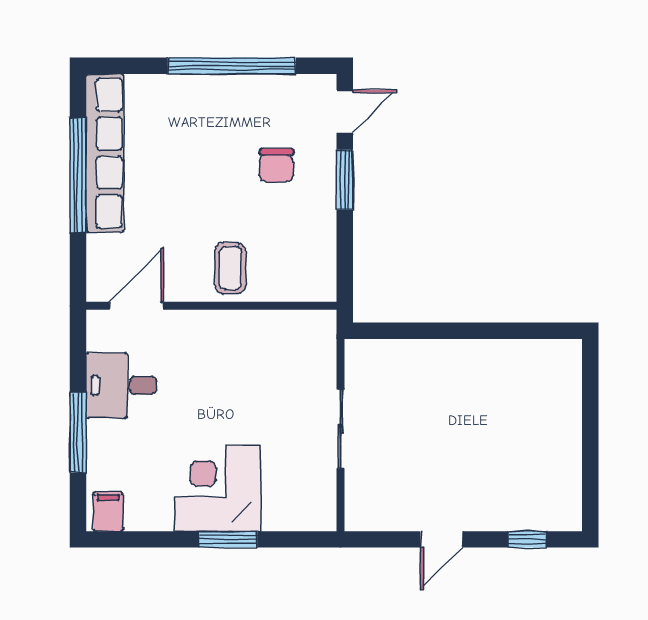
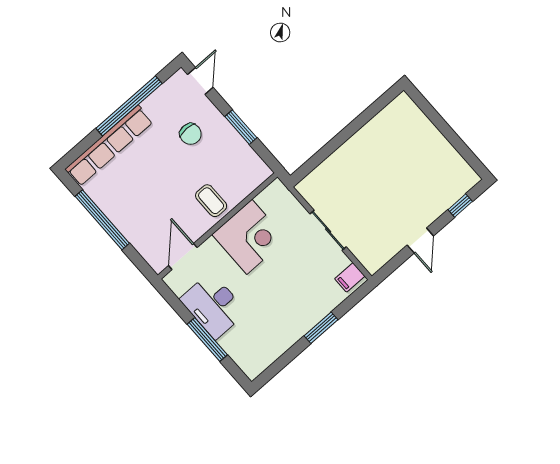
row of seats: (105, 153) -> (109, 146), moved, turned 90
window: (345, 180) -> (241, 127), moved
desk: (121, 385) -> (213, 306), width x1.37
corner desk: (218, 488) -> (249, 237), moved, turned 180
filing cabinet: (108, 511) -> (350, 277), moved, turned -90

